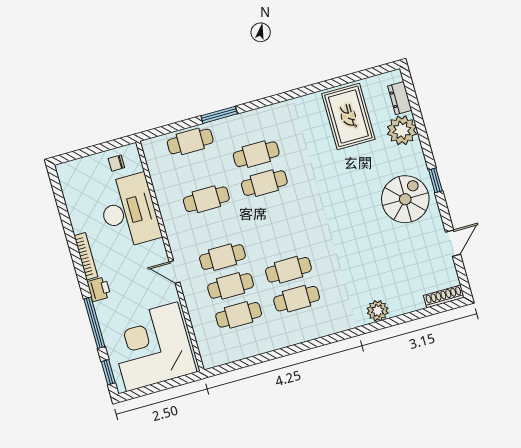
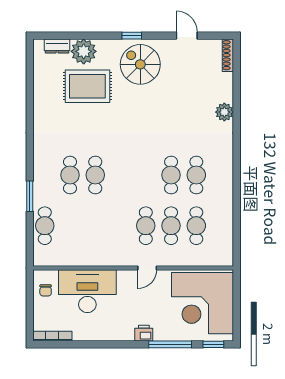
rug: (348, 116) -> (87, 86), moved
cafe table: (206, 199) -> (95, 226), removed
bookcase: (86, 256) -> (52, 336), moved

